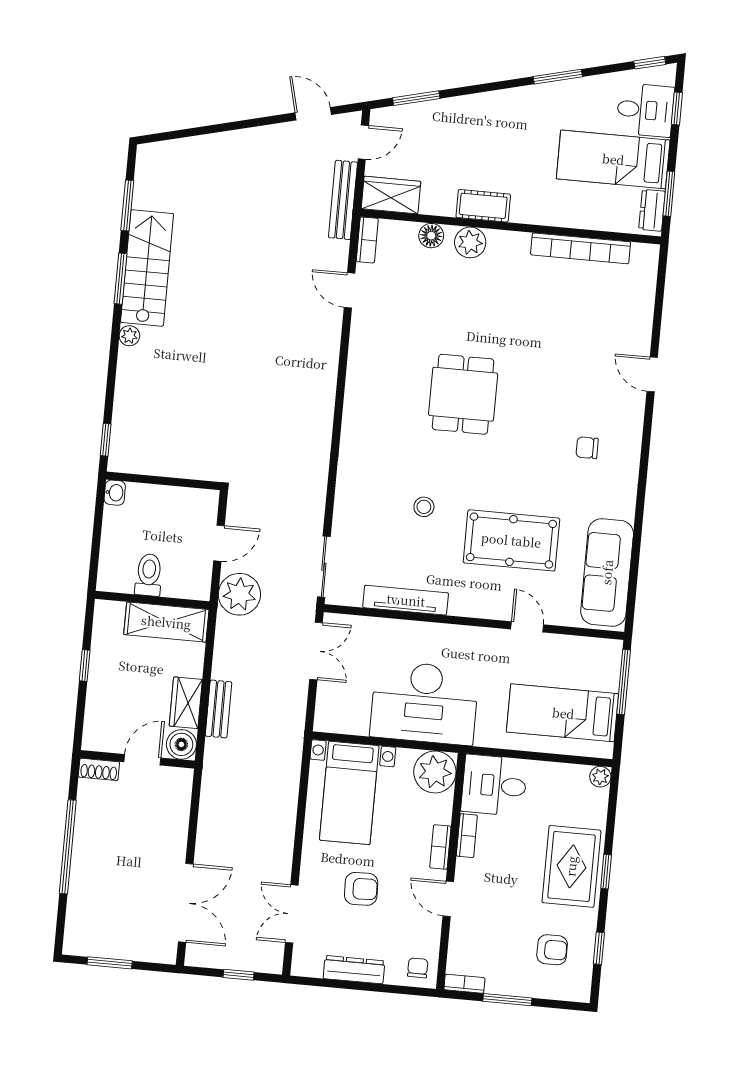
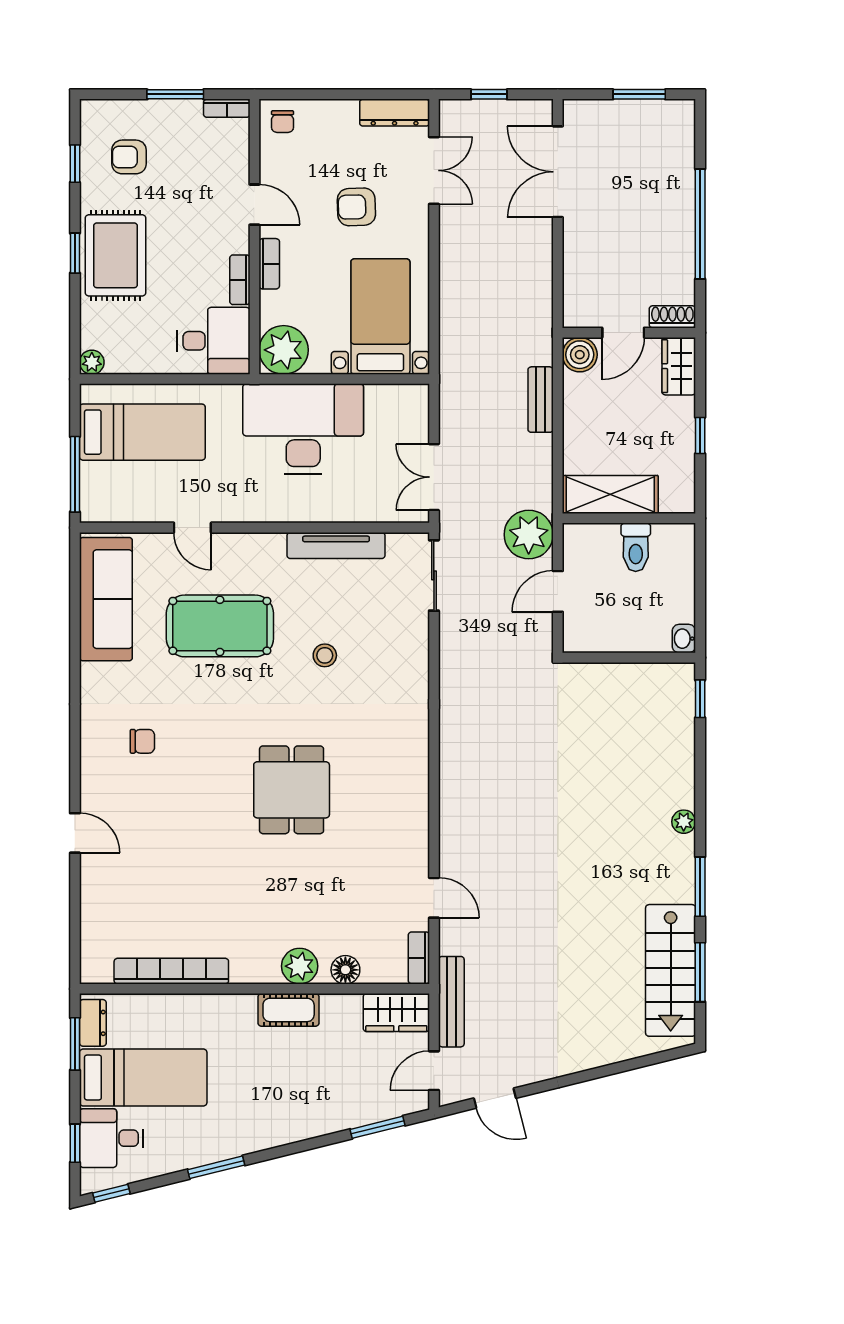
stairs: (147, 268) -> (671, 970), moved
wardrobe: (186, 703) -> (679, 366), moved, turned 180
dresser: (354, 970) -> (395, 113), moved

